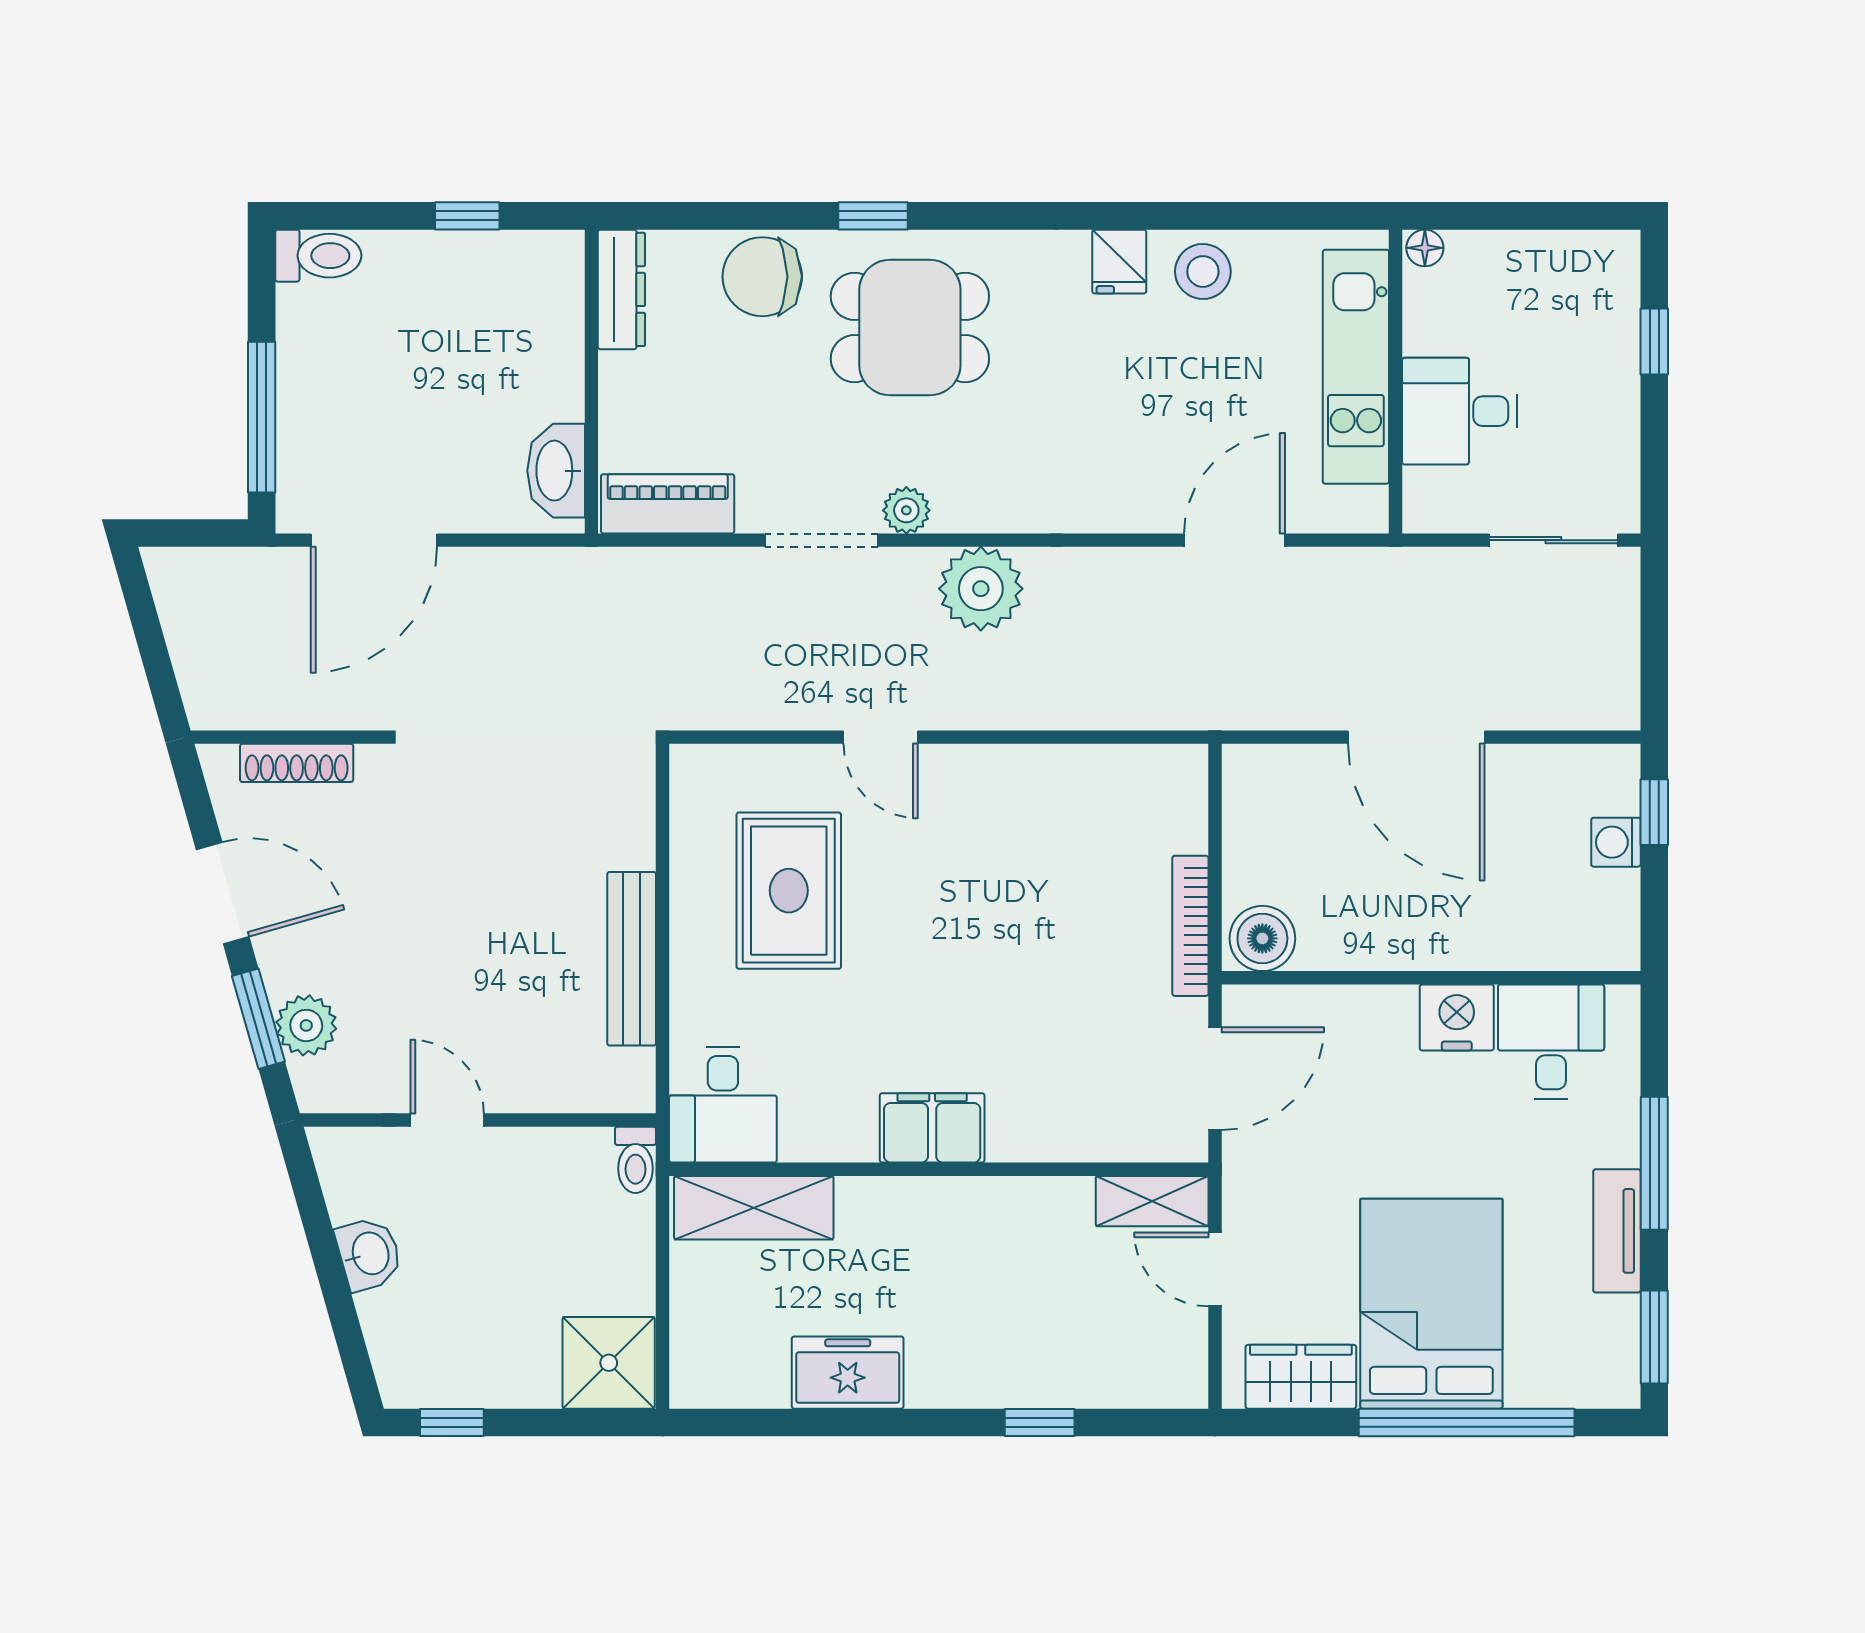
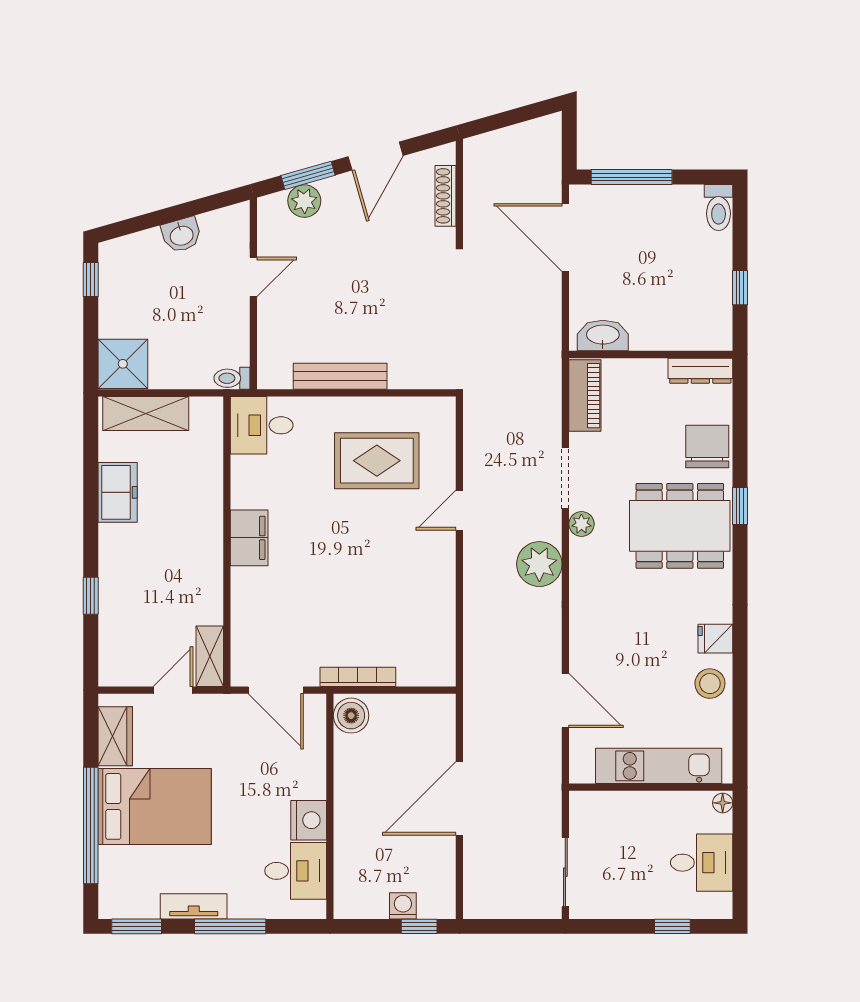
dining table: (910, 327) -> (680, 526), width x1.37
desk: (1460, 411) -> (702, 863), moved, turned 90
shelving: (754, 1208) -> (146, 413), moved, turned 90

